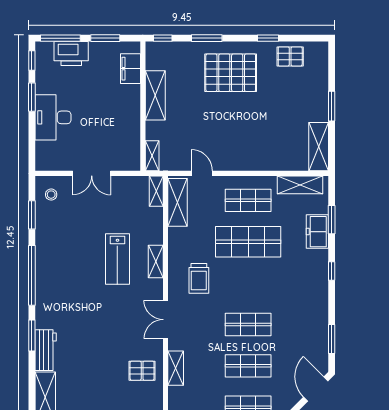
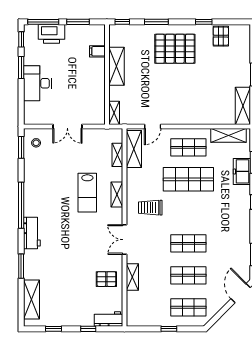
pallet: (290, 56) -> (221, 36), turned 90
filing cabinet: (130, 69) -> (97, 51), width x0.50
door: (202, 173) -> (153, 126), swing flipped
shelving: (156, 191) -> (117, 155), moved
window: (32, 215) -> (21, 147), moved
trolley: (199, 278) -> (150, 208), turned 90
window: (32, 336) -> (21, 266), moved
workbench: (46, 350) -> (32, 233), moved

